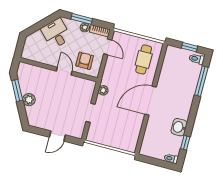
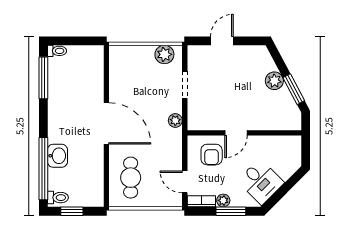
door: (64, 71) -> (236, 133), hinge flipped
window: (201, 81) -> (43, 169), width x1.46
door: (151, 101) -> (106, 123), hinge flipped
washbasin: (179, 127) -> (57, 156), moved
plant: (99, 137) -> (164, 54), added
window: (185, 143) -> (43, 78), width x2.17

